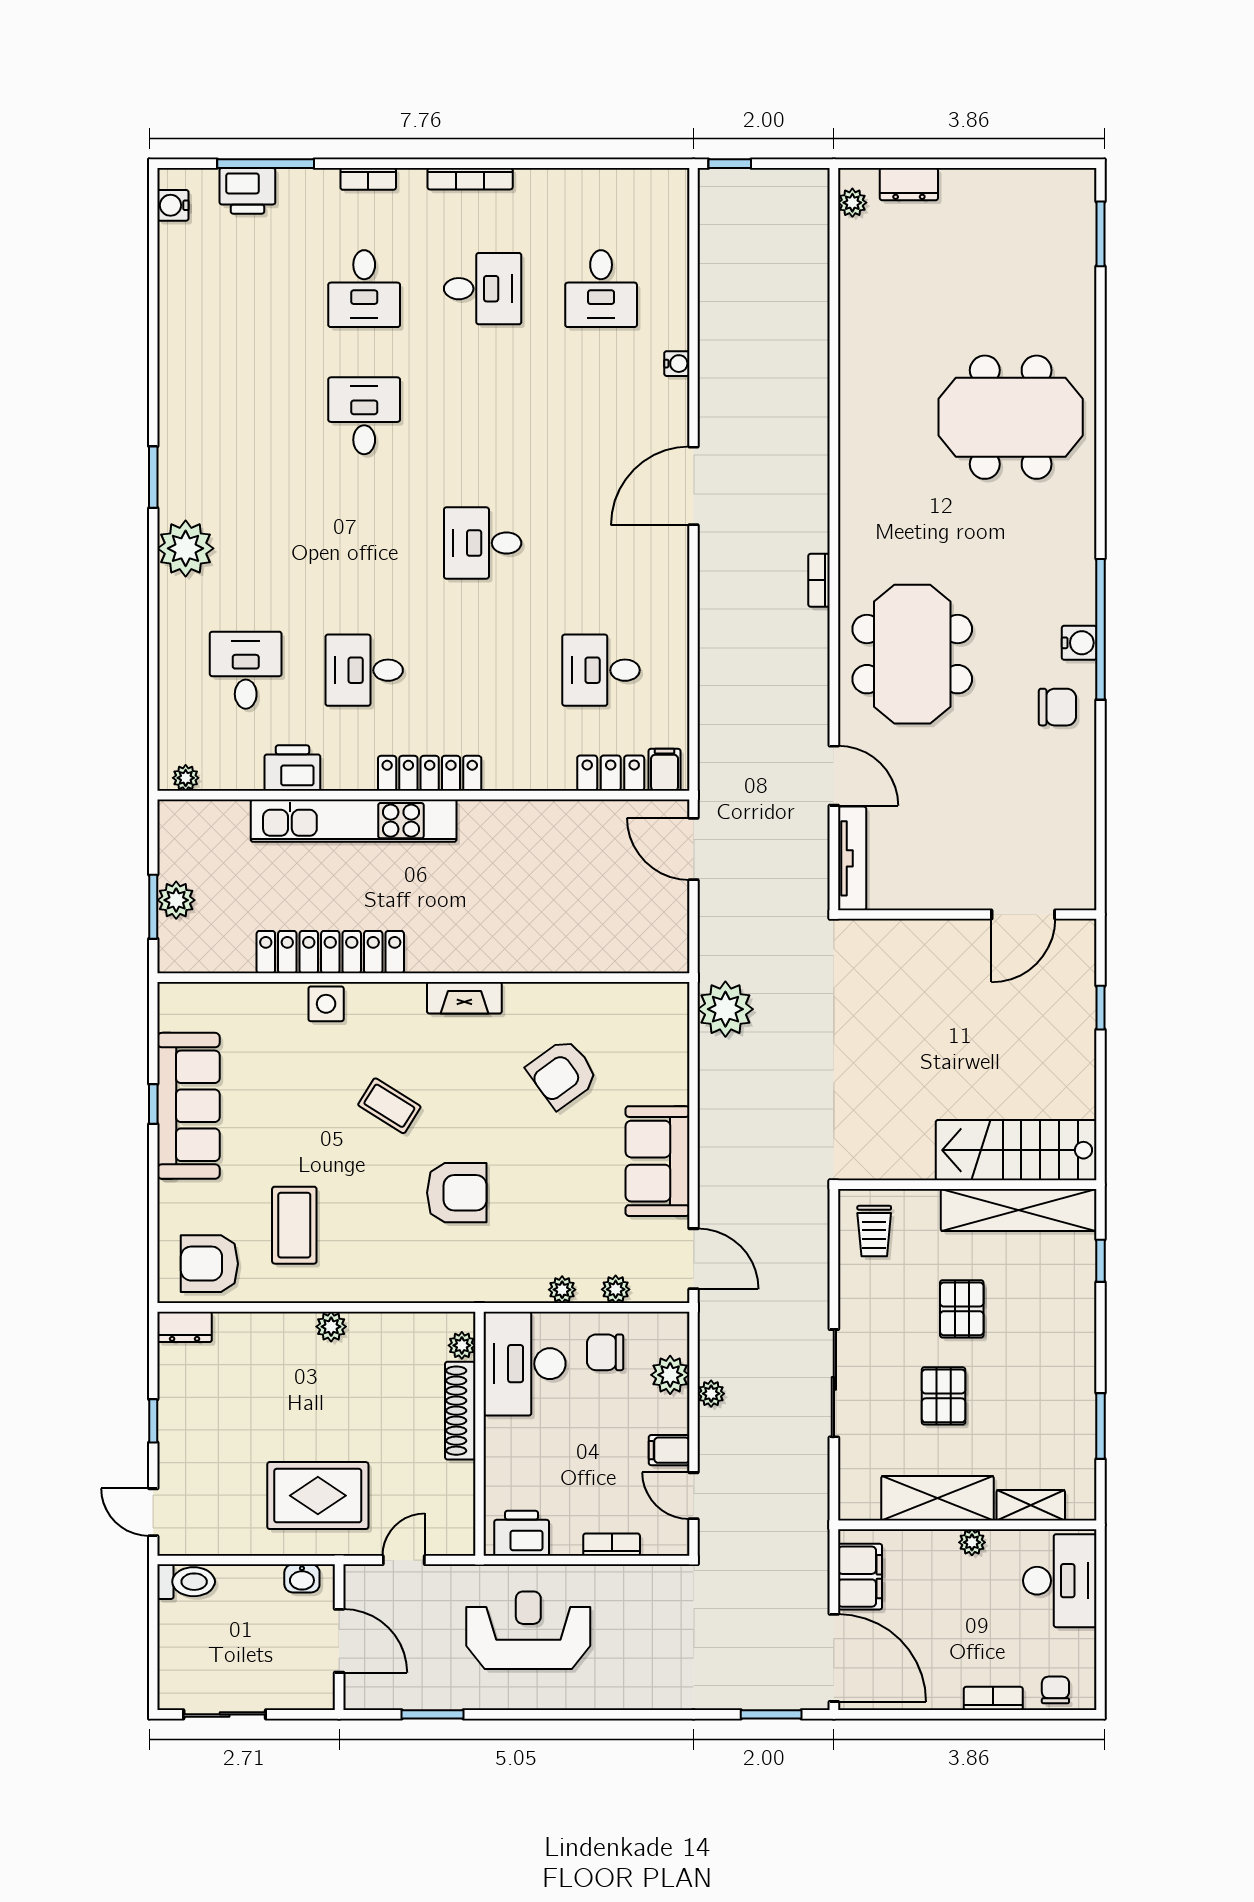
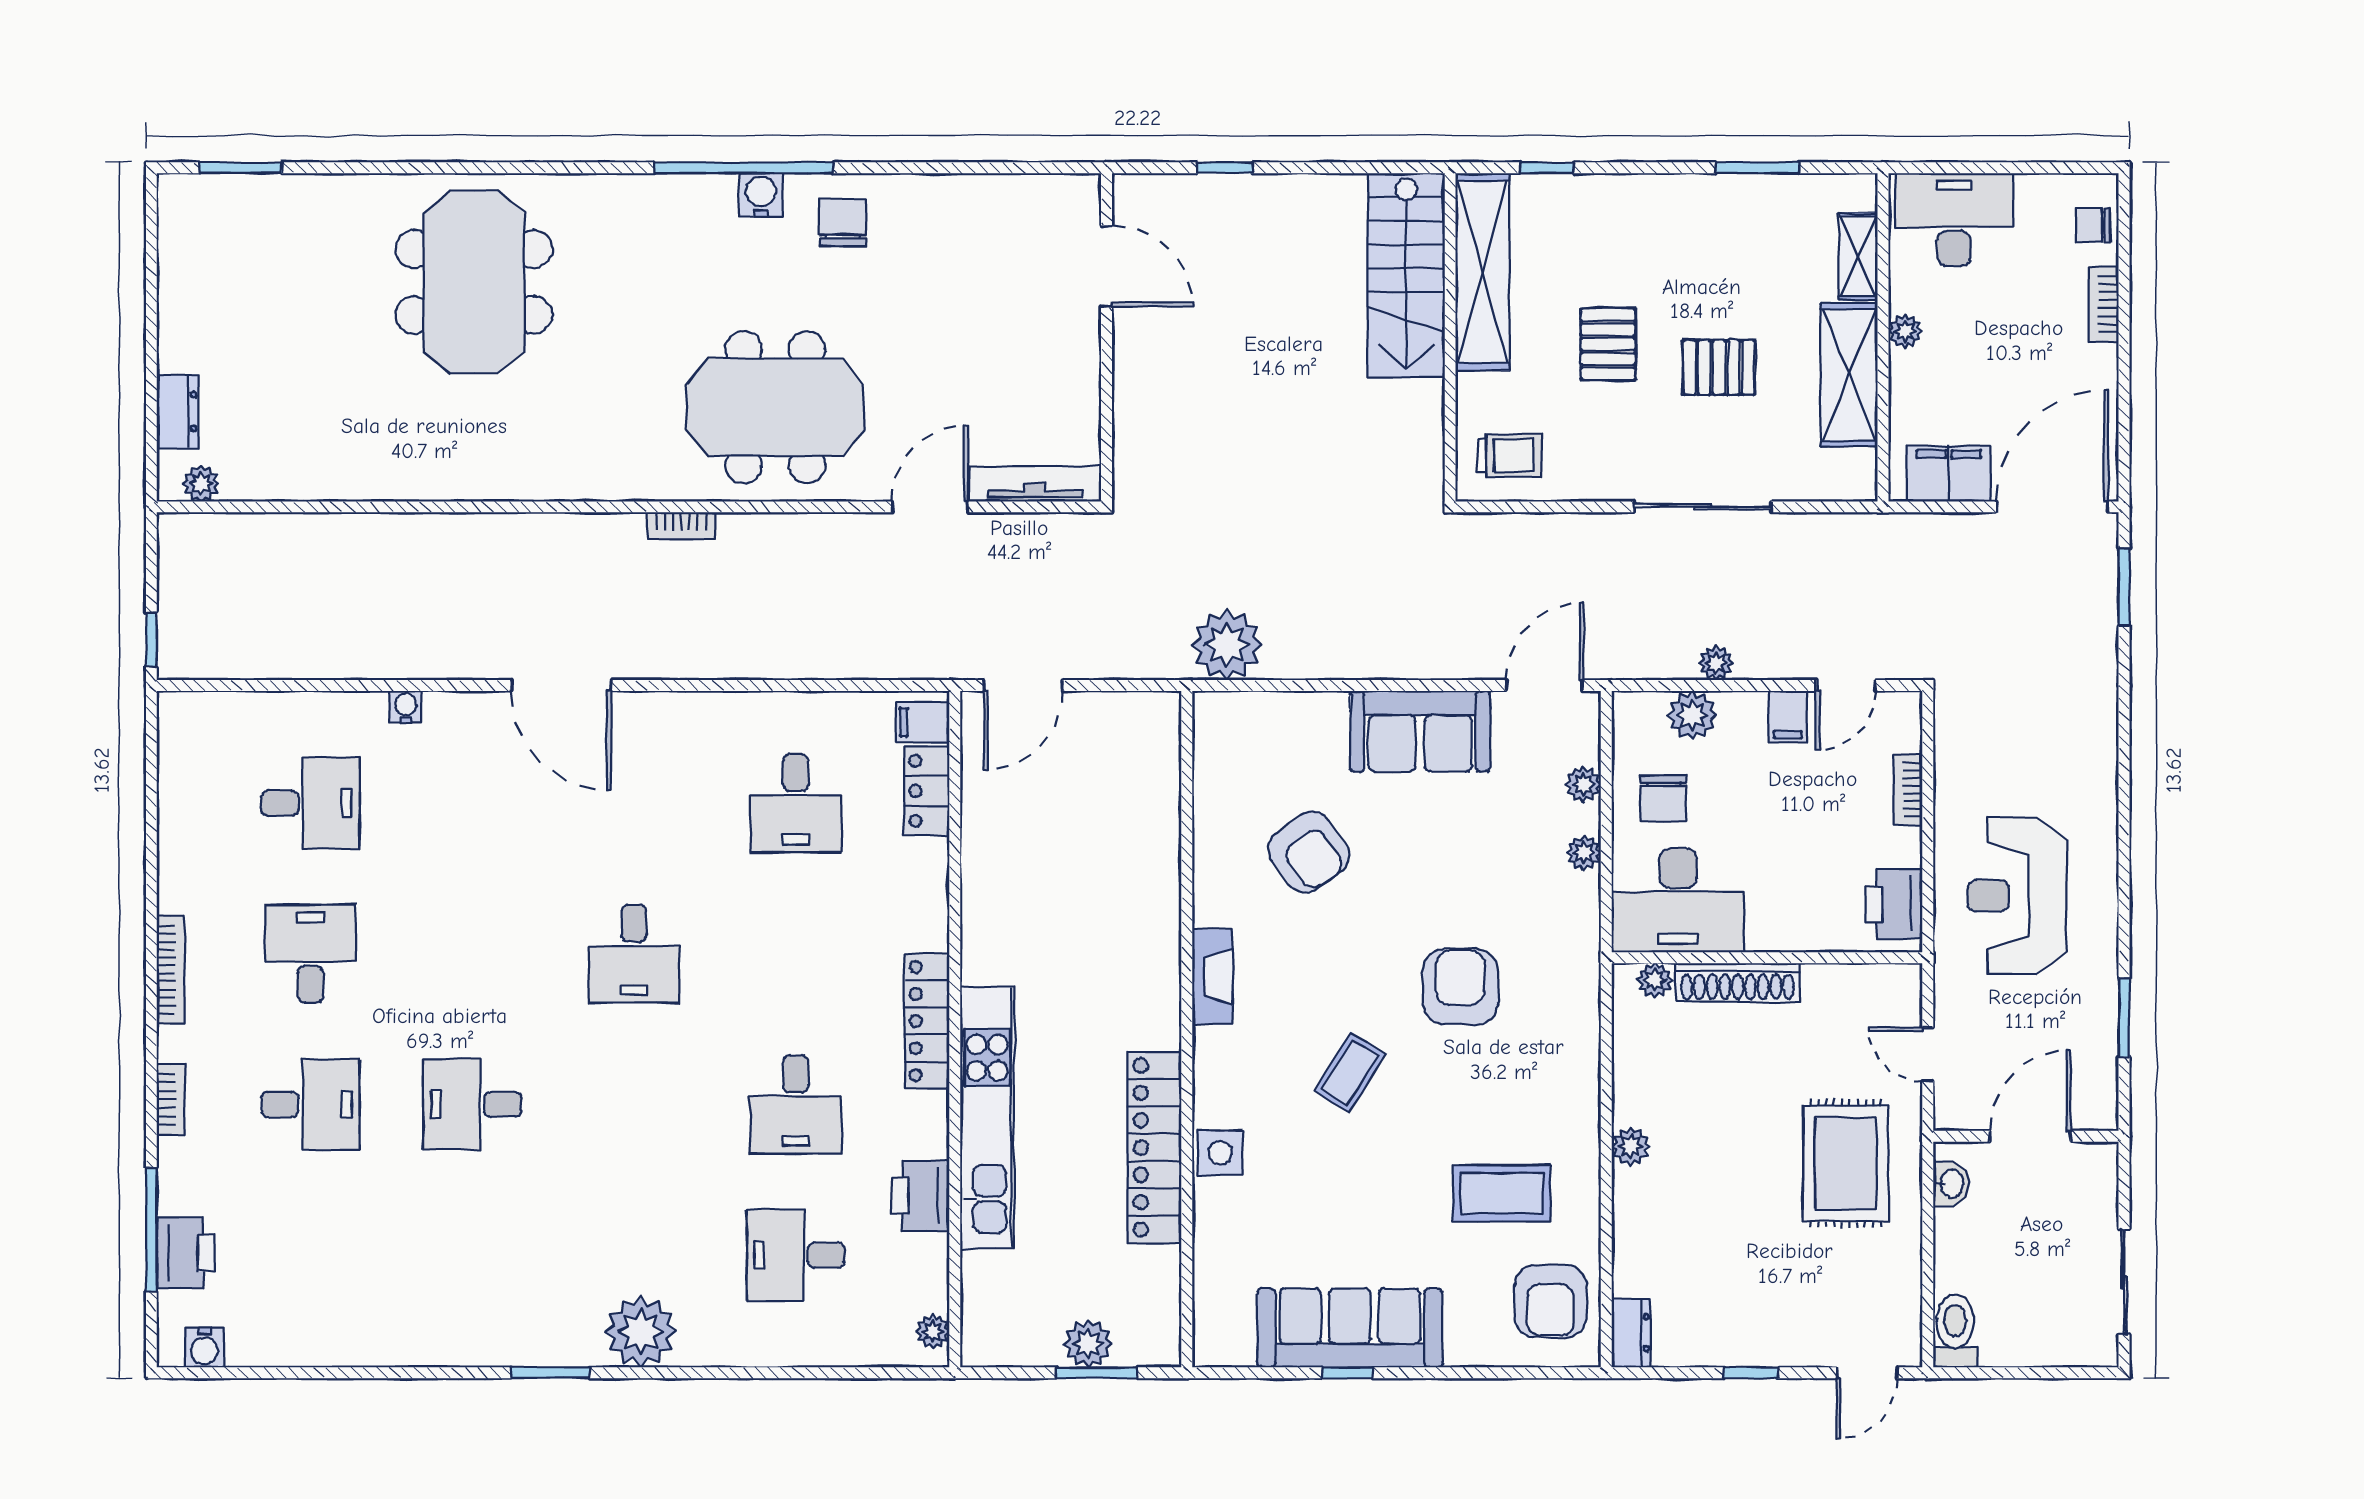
pallet: (962, 1309) -> (1608, 344), turned 90

